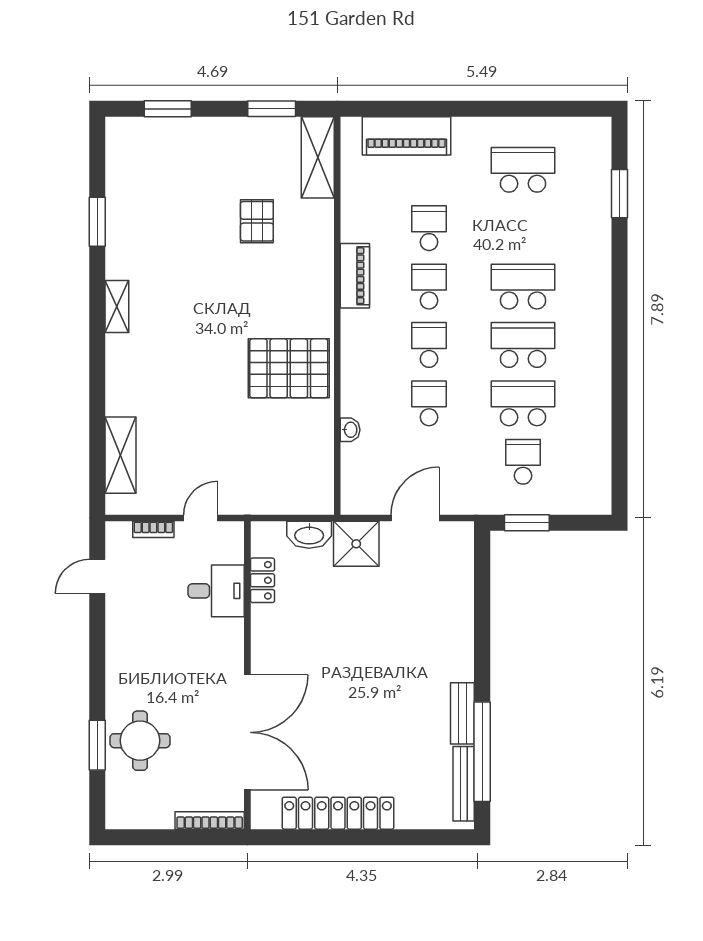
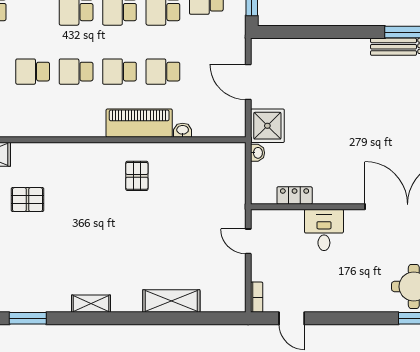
piano: (355, 276) -> (139, 123), moved, width x1.37, depth x1.33
pallet: (289, 368) -> (137, 176), width x0.49, depth x0.50
shelving: (120, 455) -> (171, 301), moved
bookcase: (153, 529) -> (257, 297), moved
washbasin: (309, 535) -> (258, 153), width x0.52, depth x0.69
desk: (216, 591) -> (324, 230), moved

